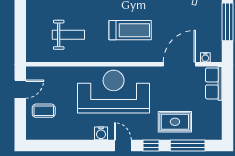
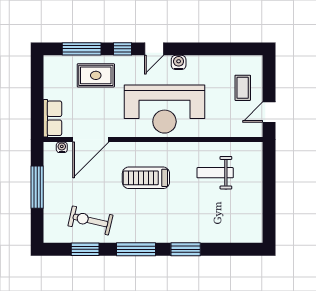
coffee table: (44, 111) -> (243, 88), turned 90
door: (123, 145) -> (154, 49), hinge flipped

